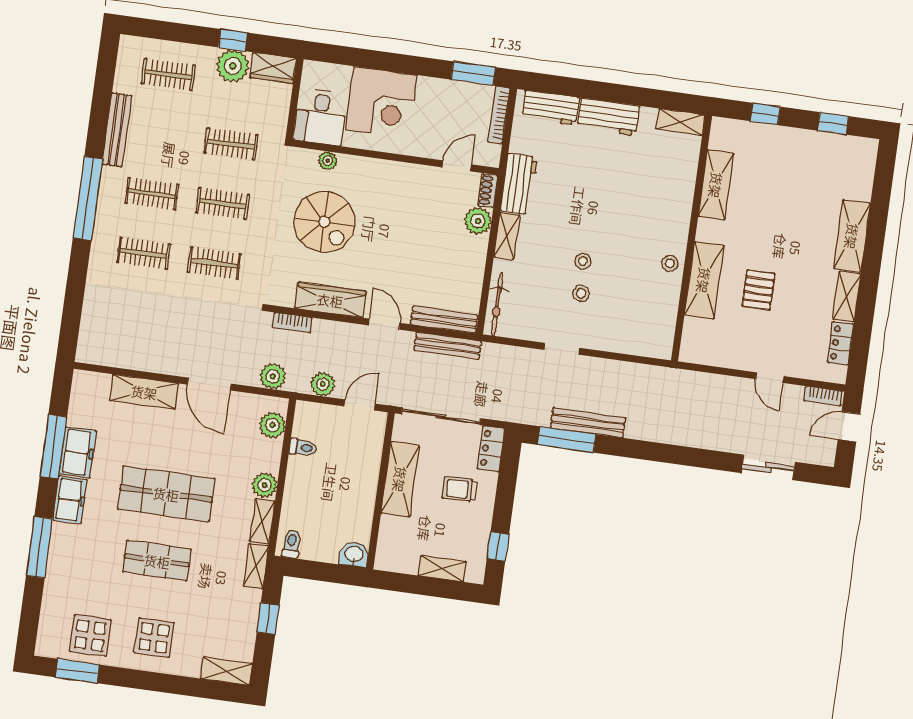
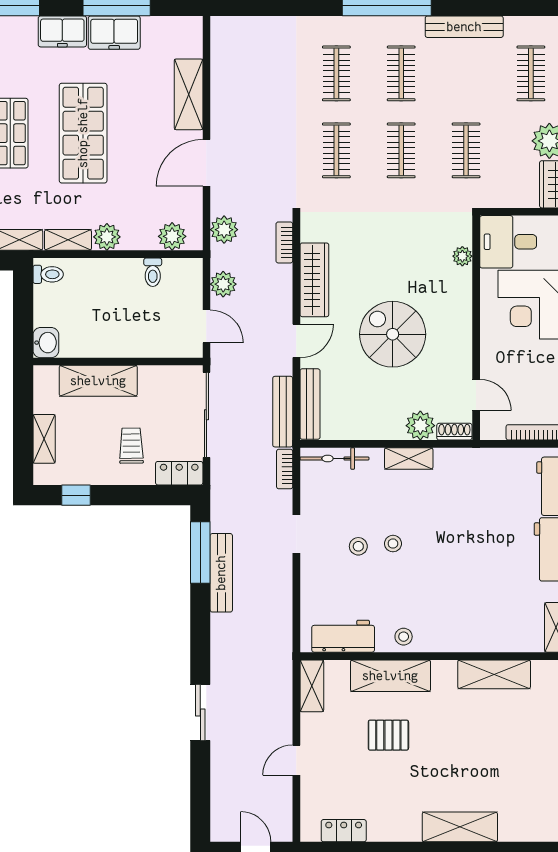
workbench: (519, 184) -> (343, 636), moved, turned 180
spiral stairs: (324, 222) -> (393, 334), moved, turned 90
shelving: (847, 297) -> (312, 686), moved, turned 90
bookcase: (823, 396) -> (285, 469), moved
sliding door: (768, 467) -> (200, 712), moved
shelving: (400, 479) -> (98, 381), moved

